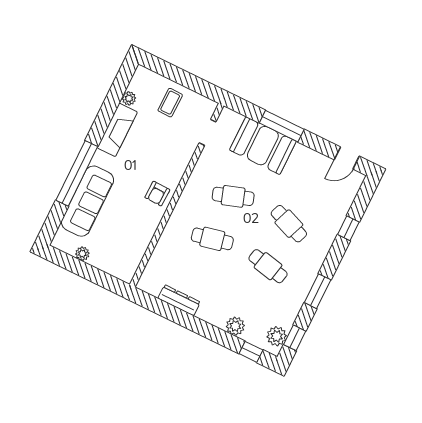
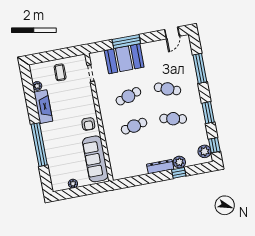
sofa: (88, 201) -> (95, 159), moved, turned 180
window: (348, 228) -> (200, 68), width x2.17
dresser: (179, 300) -> (160, 167), moved
window: (251, 352) -> (179, 173), moved

